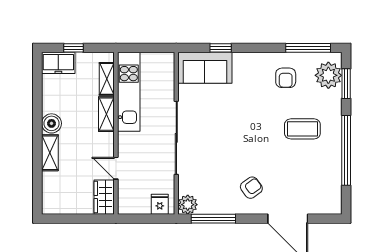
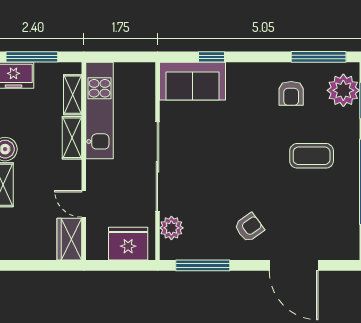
window: (73, 48) -> (32, 57), width x2.17
fridge: (160, 204) -> (128, 244), width x1.88, depth x1.34
plant: (188, 205) -> (171, 228), moved

